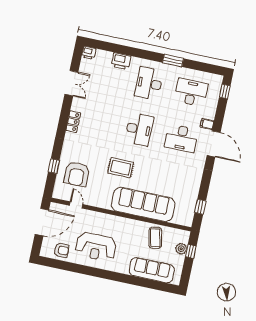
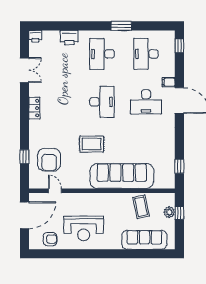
desk: (191, 92) -> (146, 54), turned -90

